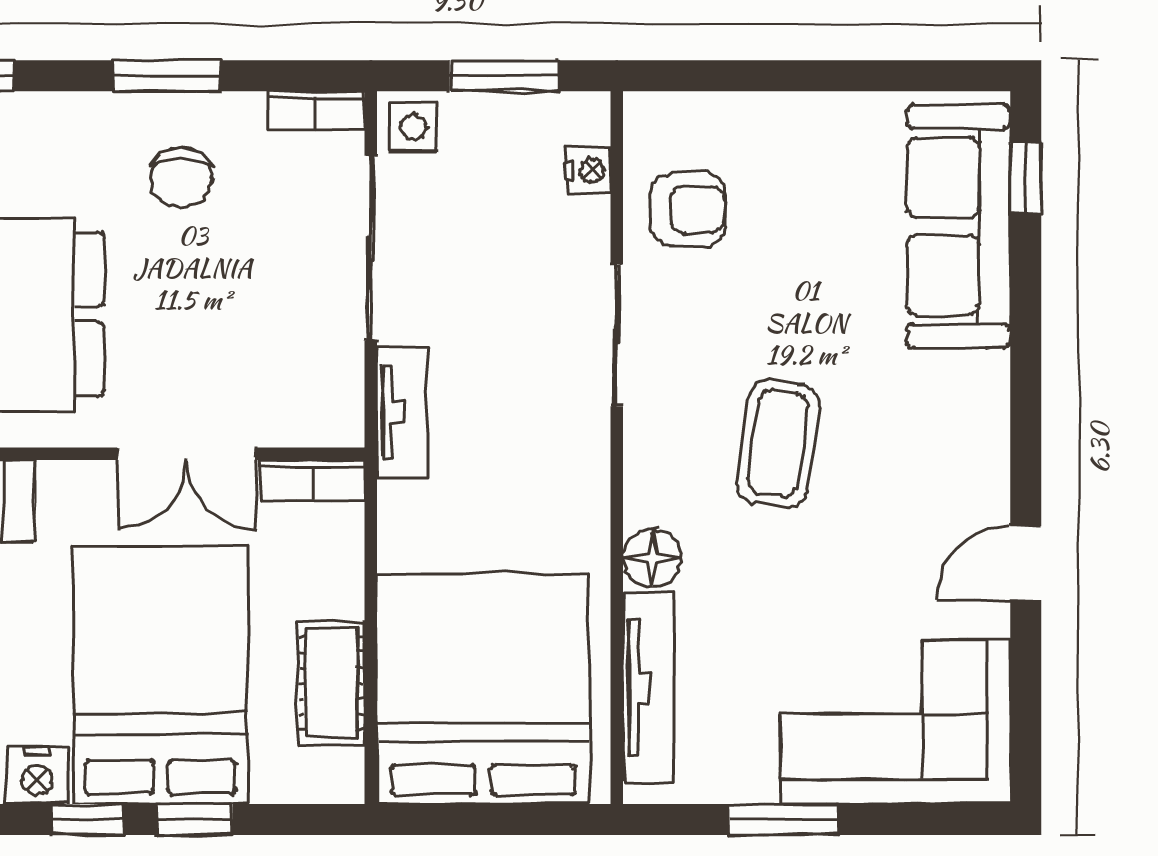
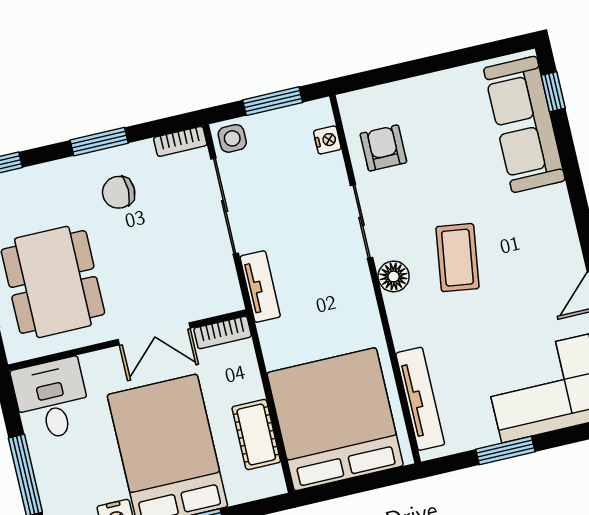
chair: (181, 178) -> (119, 192), turned 90
armchair: (689, 210) -> (383, 148), turned -90
floor lamp: (652, 558) -> (394, 276), moved

